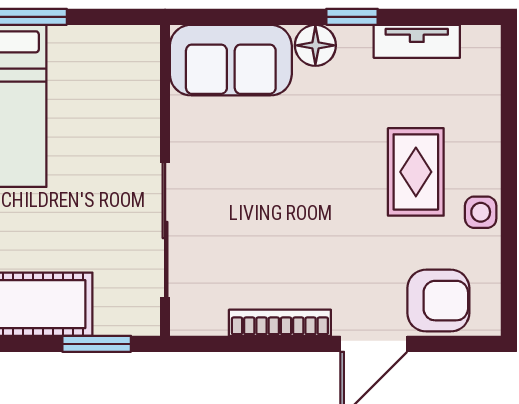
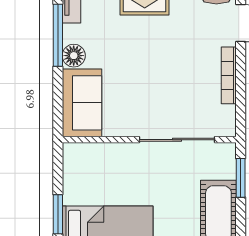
window: (352, 17) -> (58, 35), width x2.17

